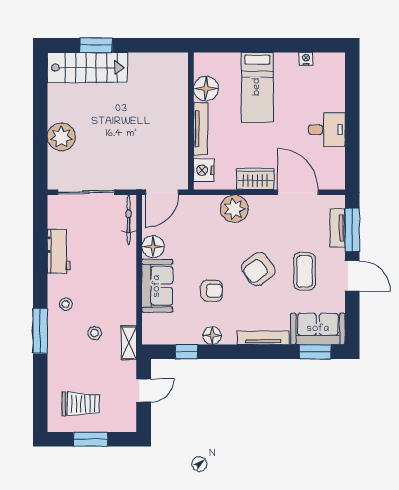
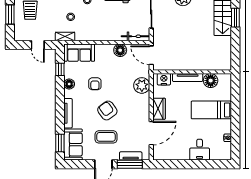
desk: (327, 130) -> (200, 150), moved
plant: (234, 209) -> (142, 85), moved
sofa: (157, 286) -> (79, 53), moved

